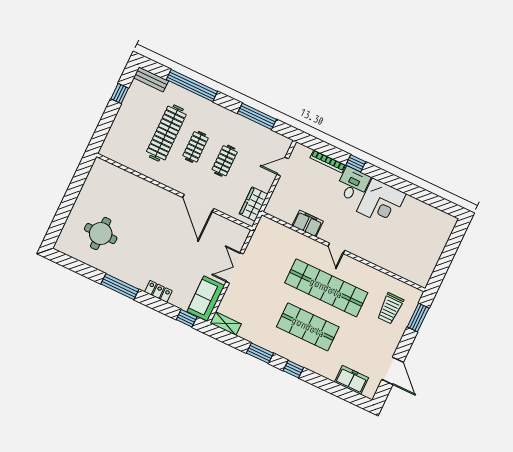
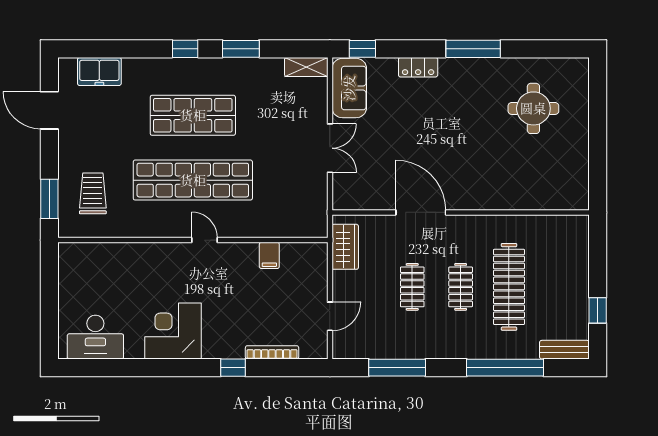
desk: (353, 184) -> (95, 337), moved, width x1.37
filing cabinet: (308, 223) -> (269, 255), width x0.50

